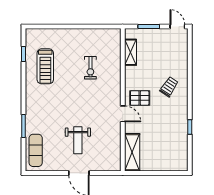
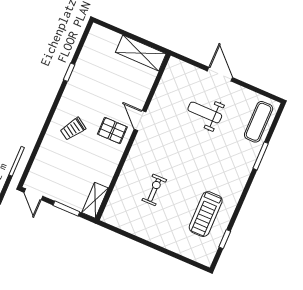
shelving: (130, 52) -> (95, 200), moved
treadmill: (45, 66) -> (206, 214), turned 180
weight bench: (78, 140) -> (205, 112), turned -90
shelving: (132, 152) -> (141, 53), moved, turned 90

